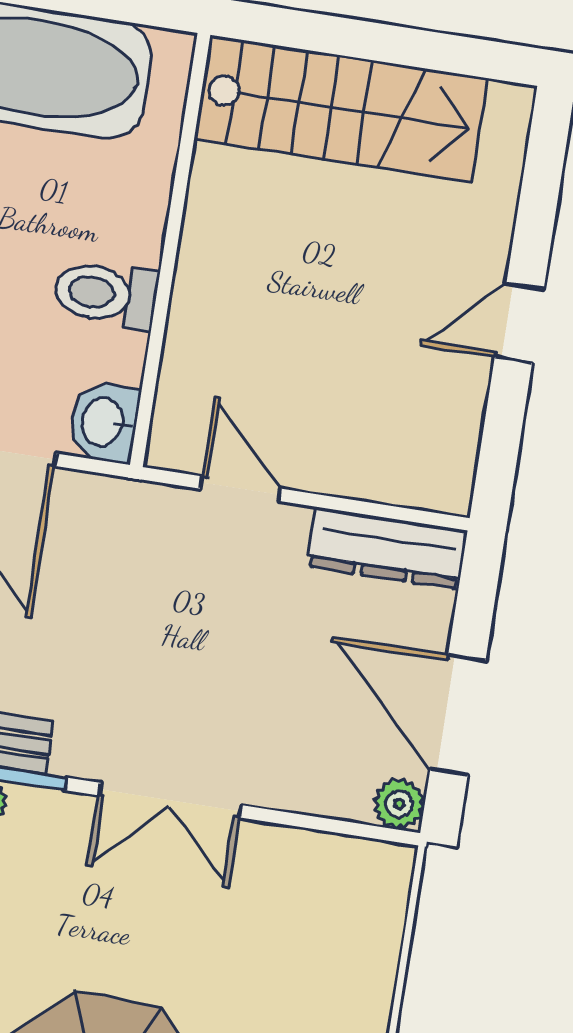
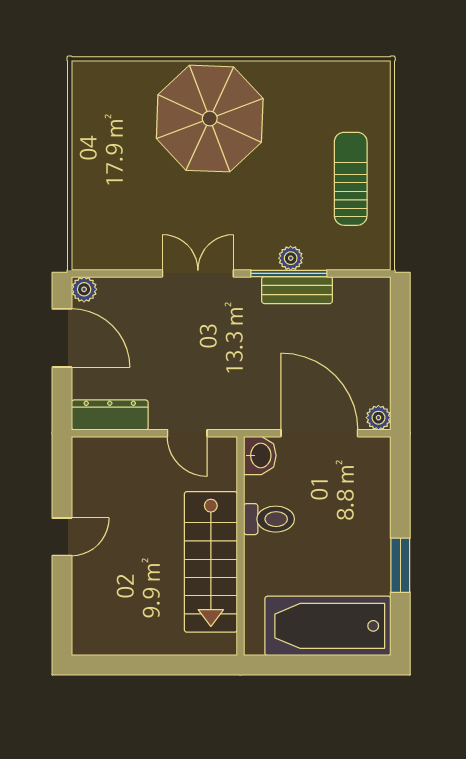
stairs: (341, 109) -> (211, 562), moved, turned -90

